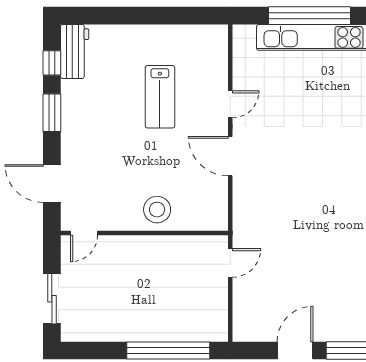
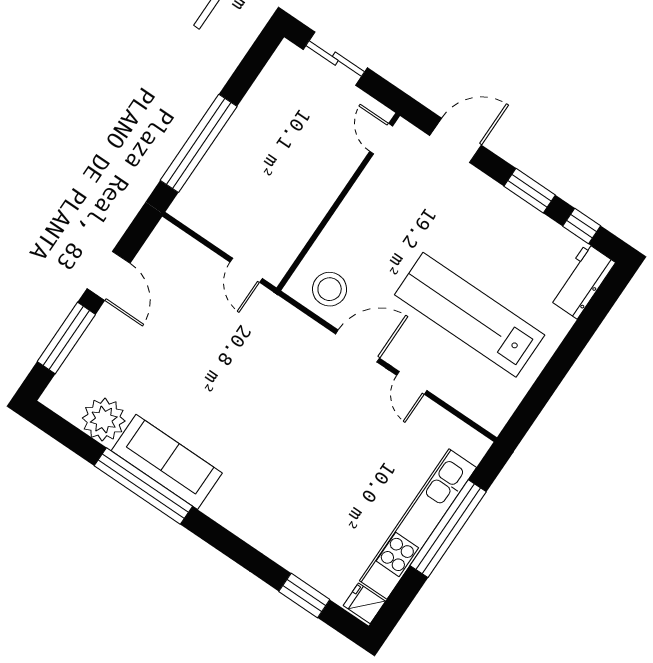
workbench: (75, 52) -> (582, 281), moved, turned 90
lab bench: (160, 97) -> (470, 315), width x1.86, depth x1.39
stool: (157, 210) -> (330, 289), moved

